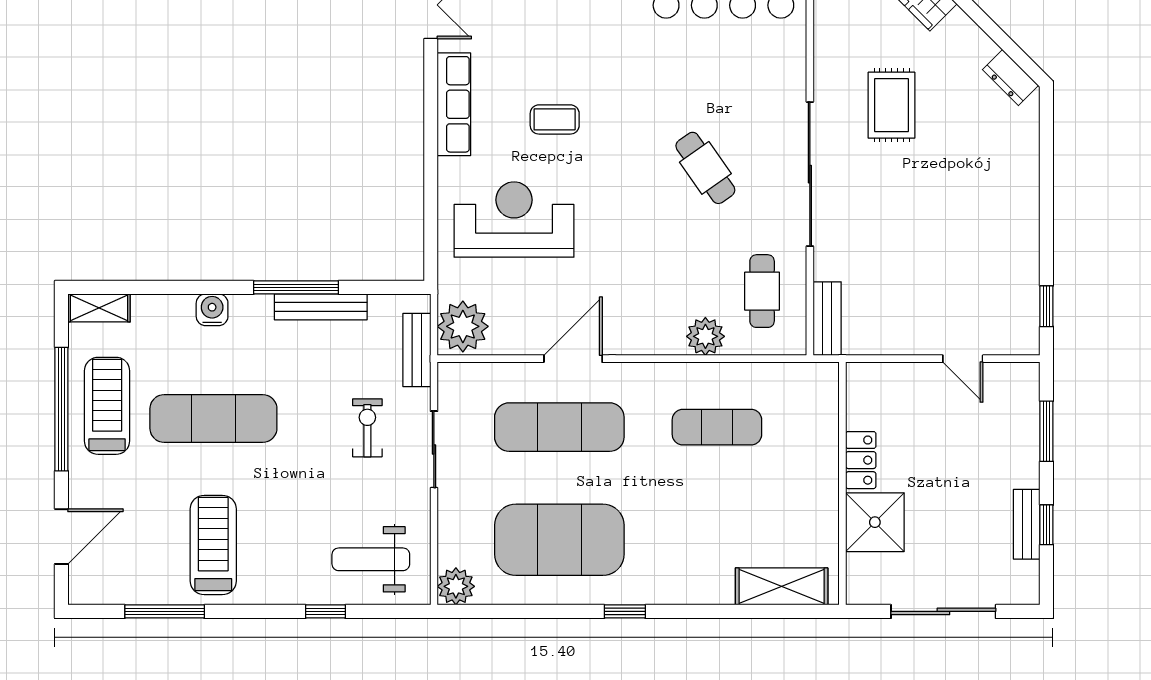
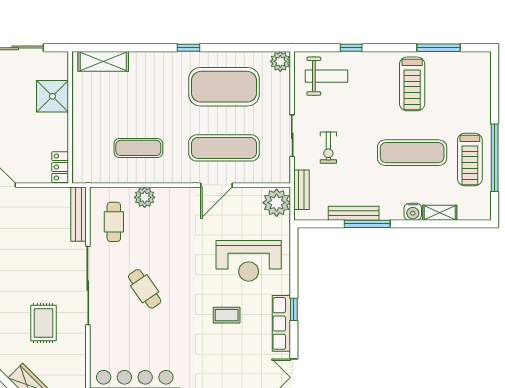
window: (431, 130) -> (294, 309), added
shelving: (99, 308) -> (440, 213), moved
bench: (827, 319) -> (78, 214), width x1.36
locker: (861, 460) -> (60, 167), moved
door: (61, 536) -> (495, 89), removed

